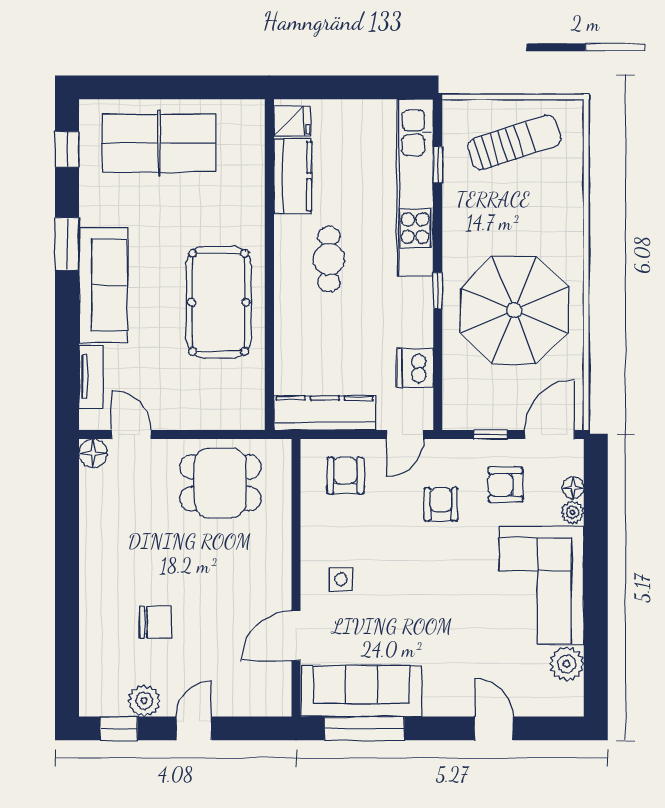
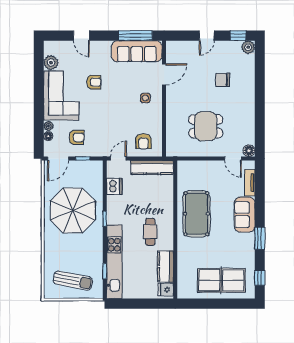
sun lounger: (514, 142) -> (73, 281), turned -151
sofa: (103, 285) -> (245, 215), width x0.73
dining table: (220, 483) -> (206, 126), moved
armchair: (441, 504) -> (94, 82), moved, turned -90
plant: (144, 701) -> (248, 47), moved

